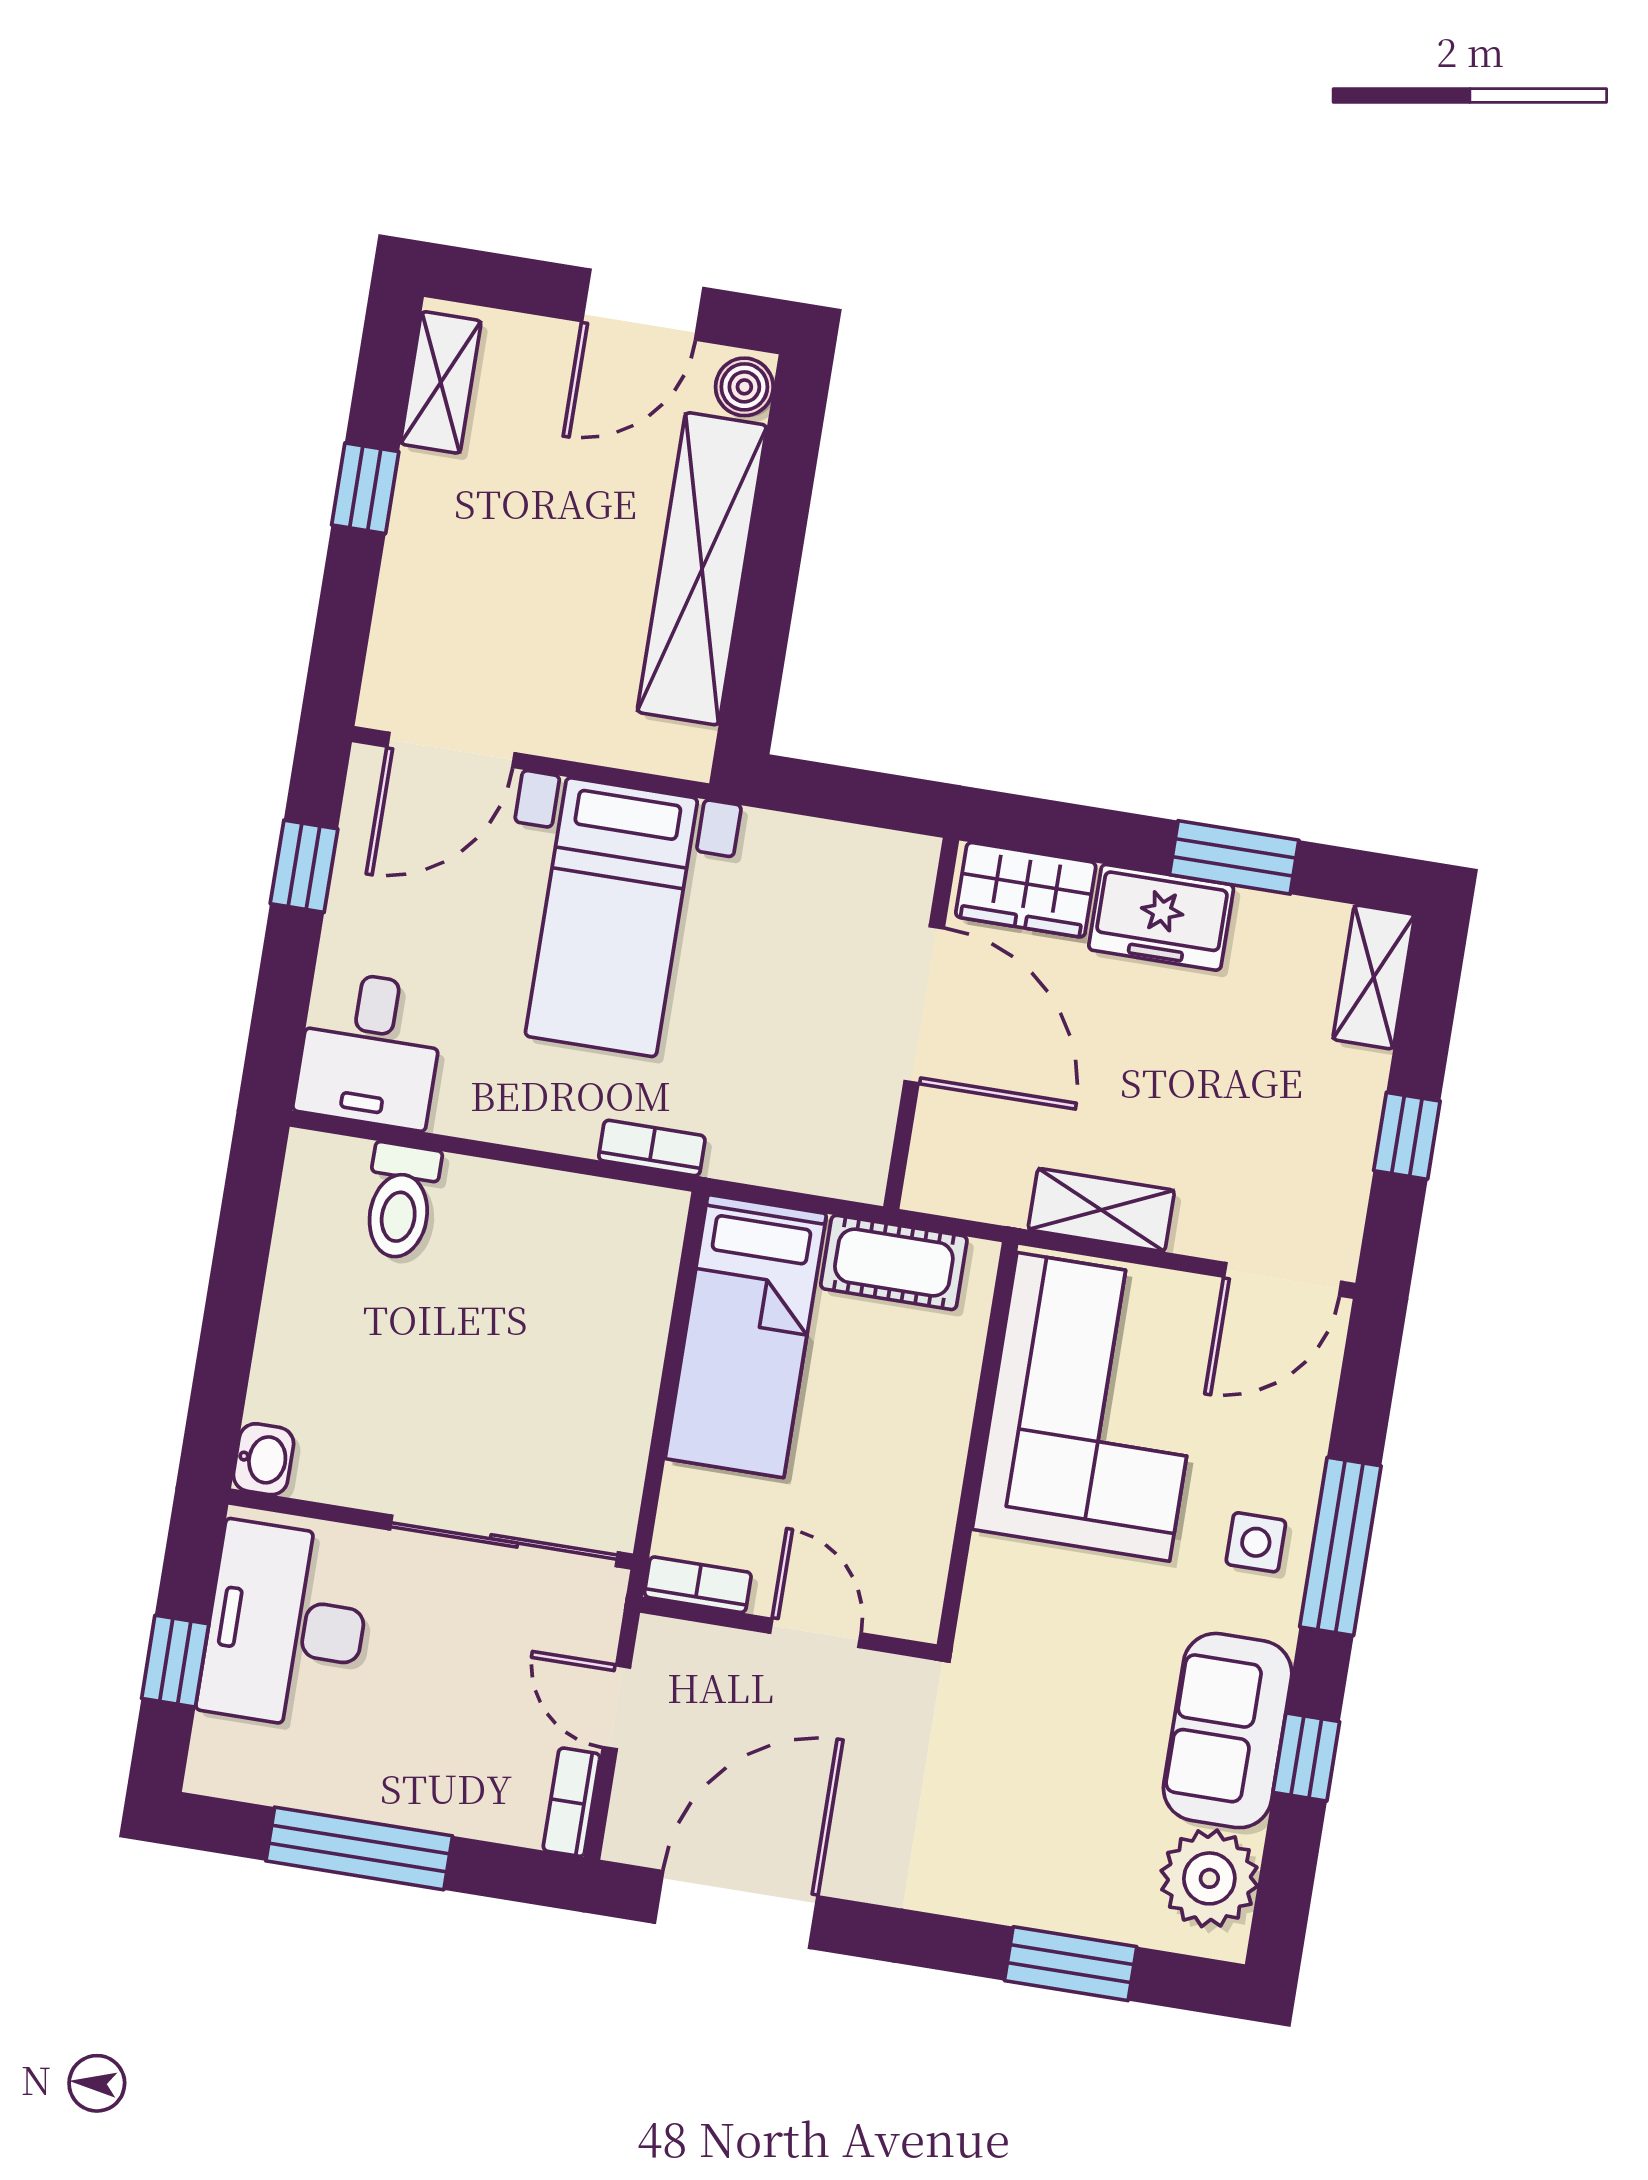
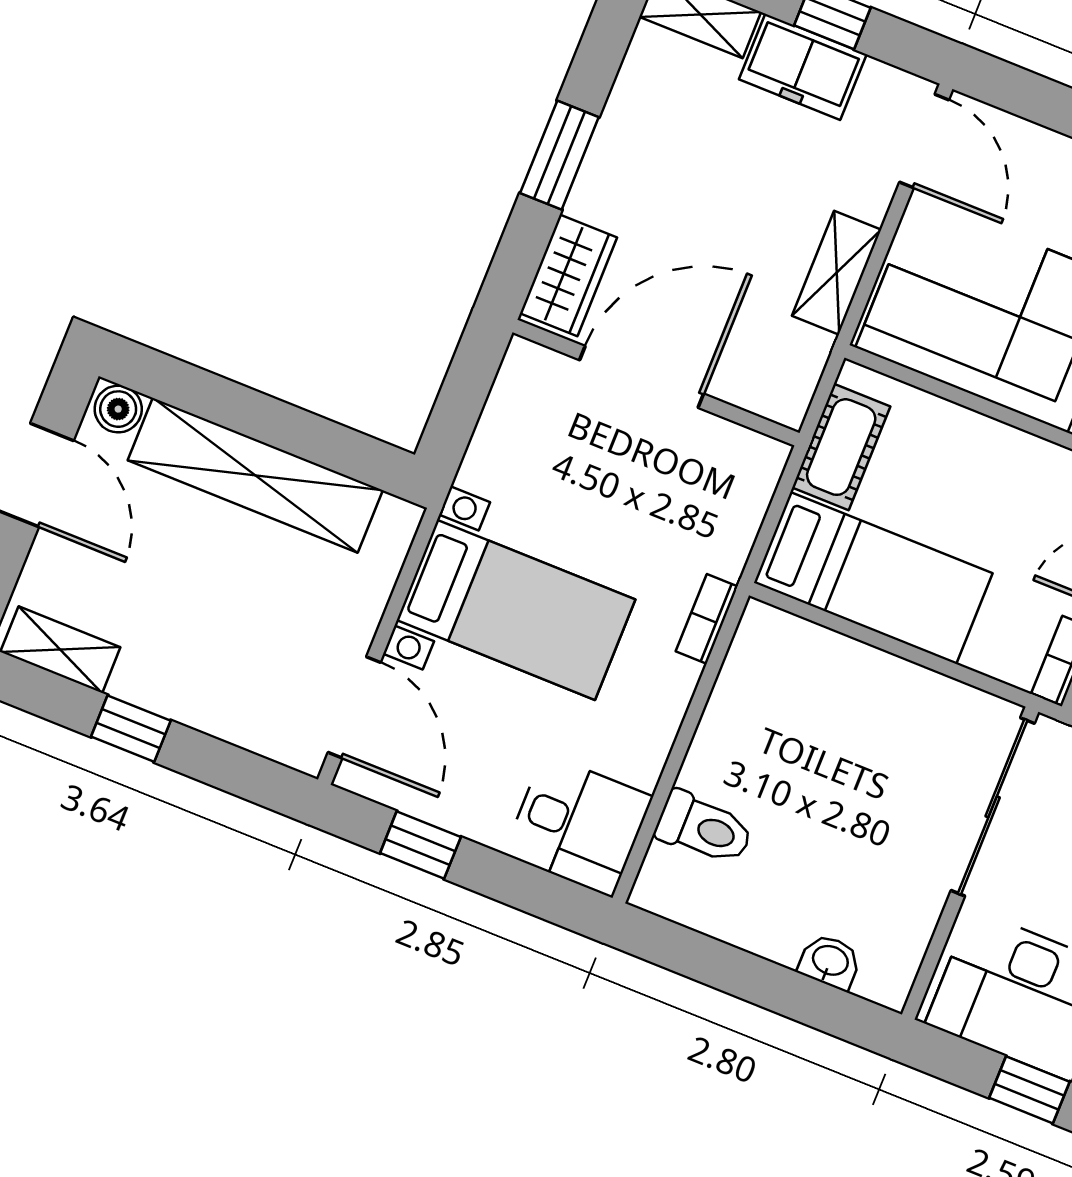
window: (1234, 857) -> (559, 155), moved
freezer: (1161, 917) -> (803, 67), moved, turned 90
washbasin: (263, 1459) -> (830, 962), moved

